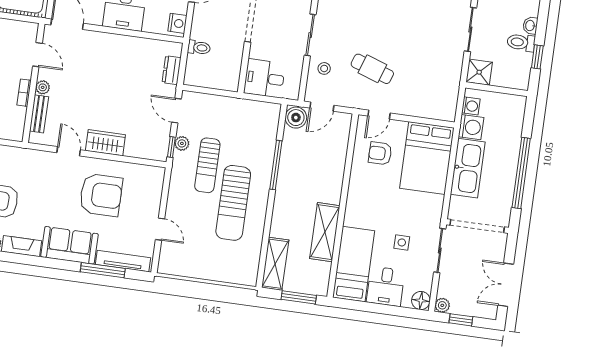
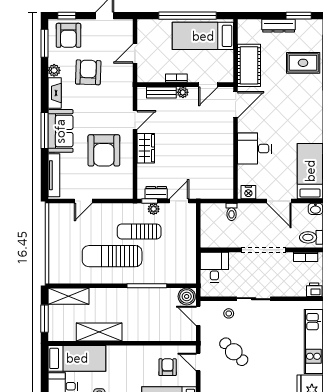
cafe table: (372, 69) -> (234, 352), turned -64
dresser: (172, 70) -> (156, 193), moved
window: (103, 270) -> (44, 130), moved

